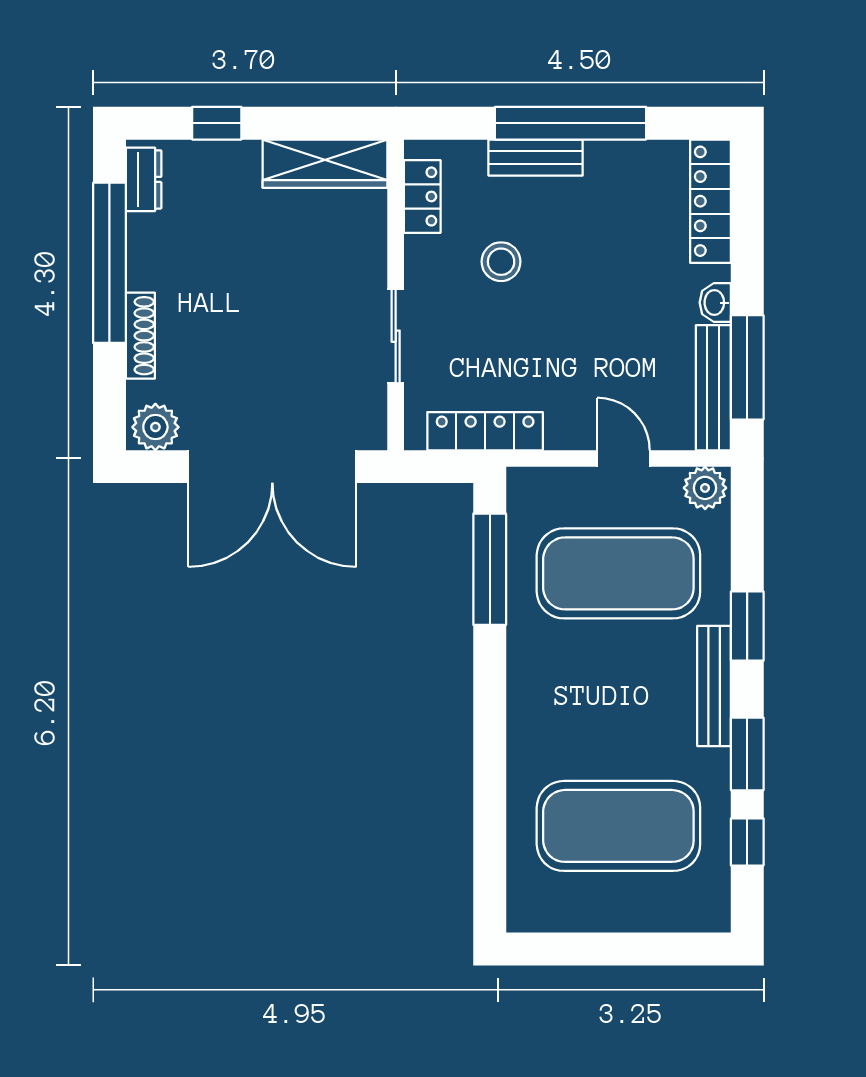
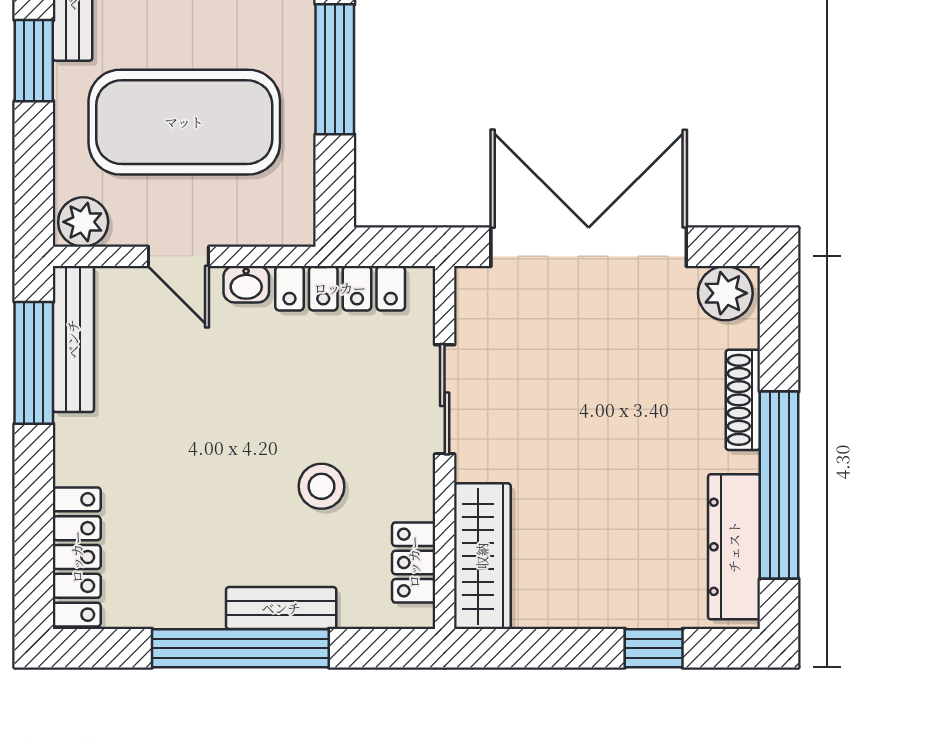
wardrobe: (325, 164) -> (482, 556), moved, turned 90
dresser: (144, 179) -> (734, 547), width x1.96, depth x1.24
washbasin: (715, 303) -> (246, 284), moved, turned 90
window: (490, 569) -> (335, 69), moved

